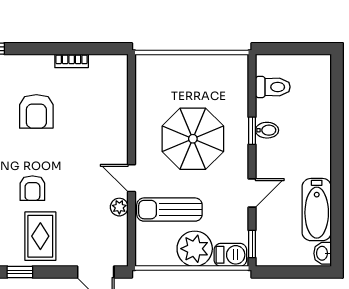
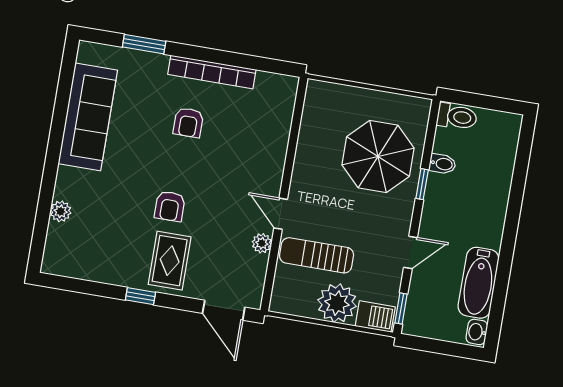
bookcase: (72, 61) -> (212, 72), width x2.31, depth x1.31
toilet: (273, 87) -> (457, 117), moved
armchair: (36, 111) -> (188, 123), width x0.72, depth x0.72
bidet: (267, 130) -> (442, 164), moved
parasol: (193, 139) -> (378, 156), moved

